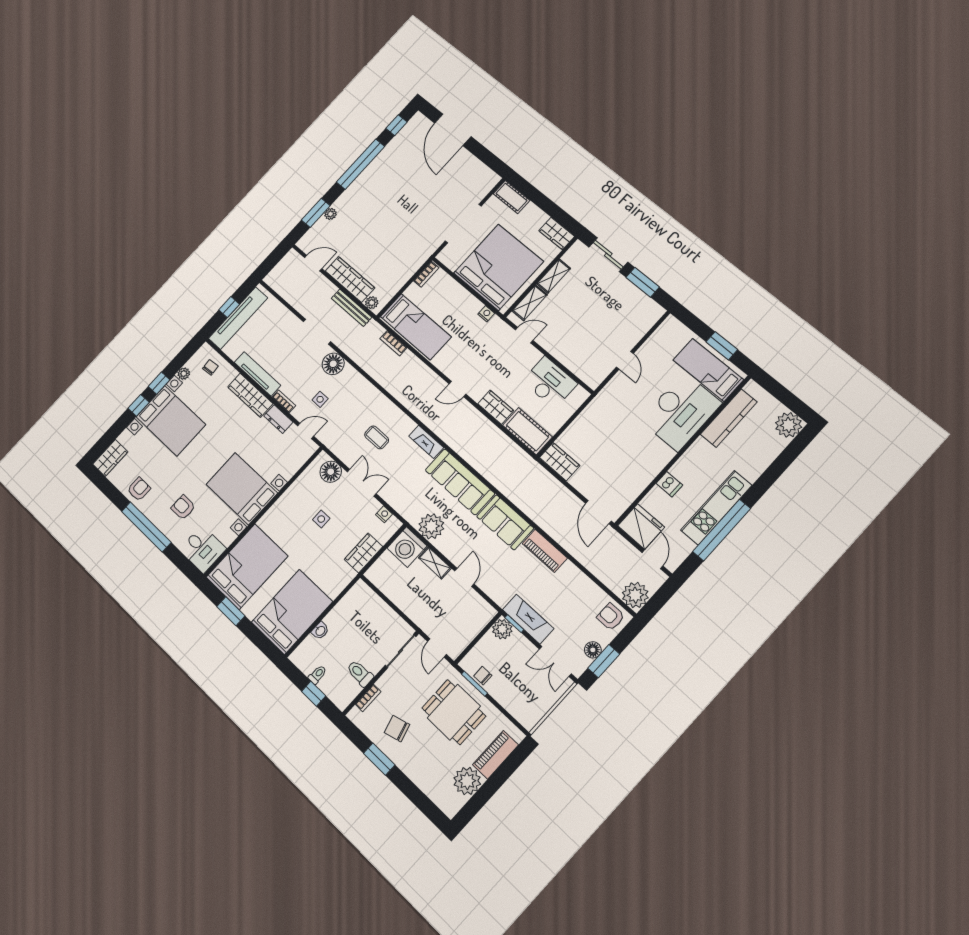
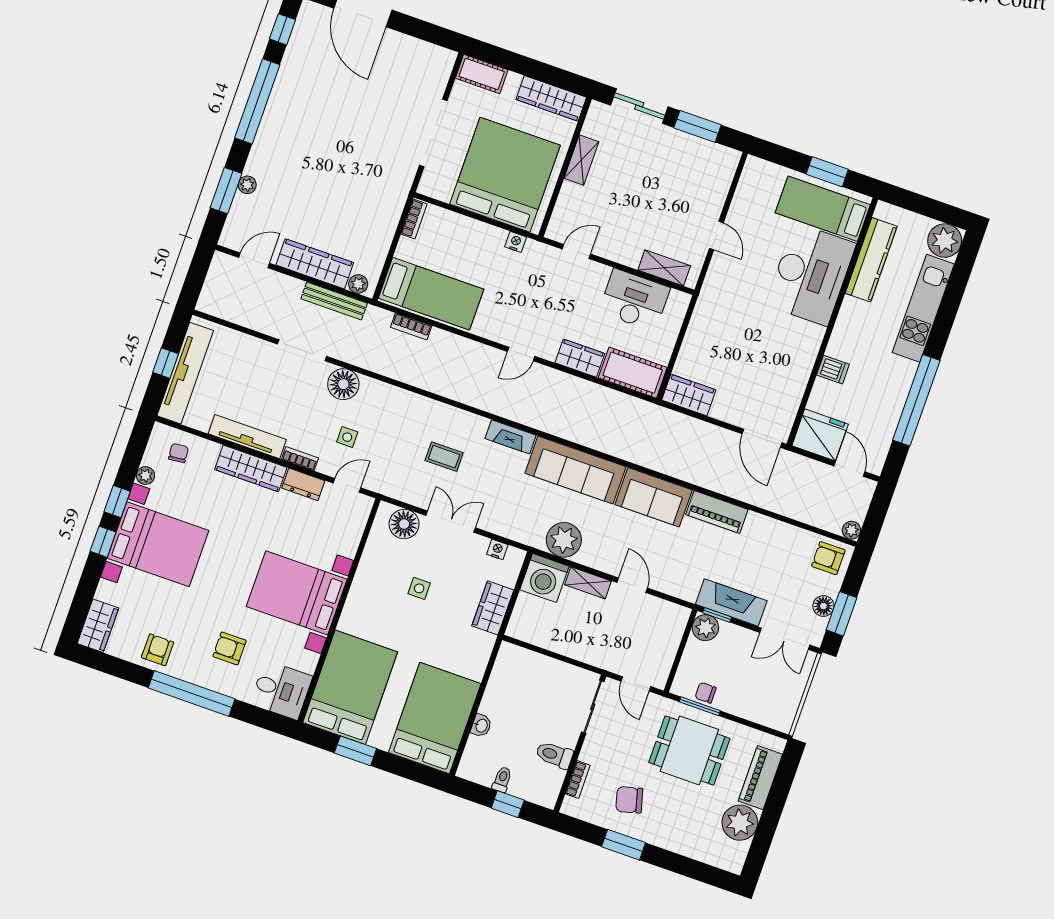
wardrobe: (557, 234) -> (551, 98), width x1.50
shelving: (530, 303) -> (664, 268), moved, turned 90
kitchen unit: (716, 508) -> (923, 308), moved
plant: (635, 595) -> (852, 530), width x0.53, depth x0.53

